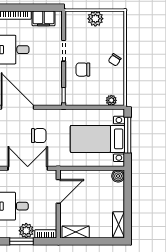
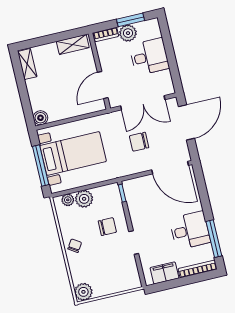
plant: (95, 19) -> (83, 292), moved
plant: (97, 98) -> (84, 199), added

